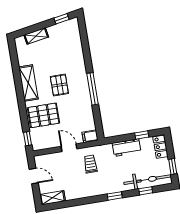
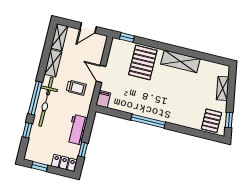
pallet: (59, 85) -> (211, 121), moved, turned 90
door: (69, 148) -> (101, 74), swing flipped
bicycle: (148, 180) -> (46, 102), moved
shelving: (78, 193) -> (53, 63), added
window: (115, 196) -> (35, 98), width x2.17

